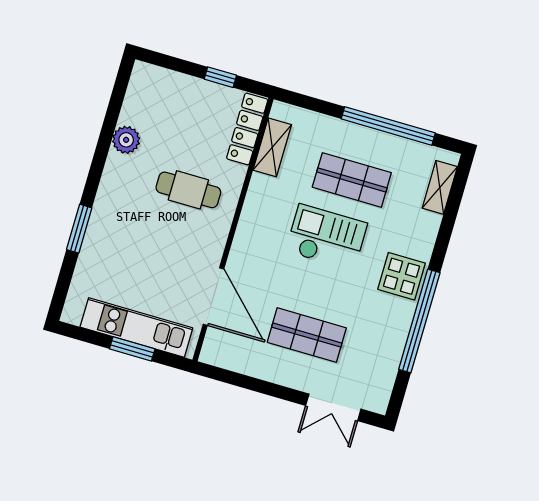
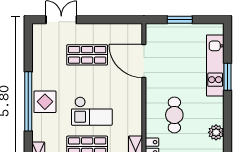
cafe table: (188, 190) -> (174, 115), turned 90
window: (419, 321) -> (28, 101), moved
kitchen unit: (136, 327) -> (215, 66), moved, turned 90

